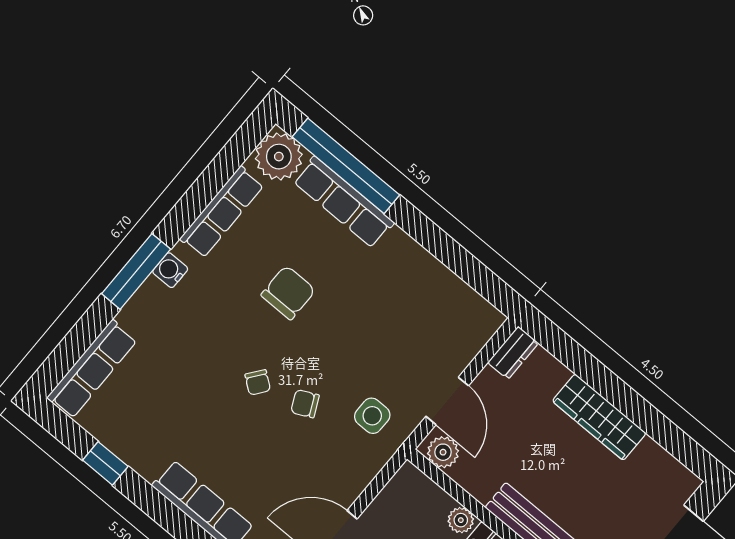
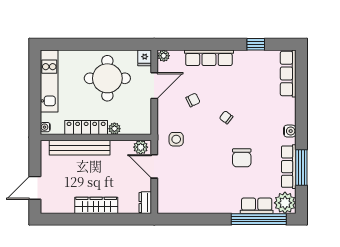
row of seats: (344, 202) -> (257, 206), width x0.68
window: (136, 271) -> (301, 168), moved
chair: (305, 404) -> (193, 100), moved

